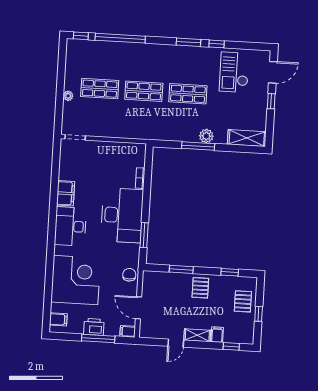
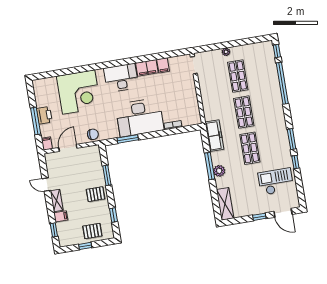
freezer: (164, 132) -> (214, 136), added
filing cabinet: (58, 319) -> (163, 65), moved

